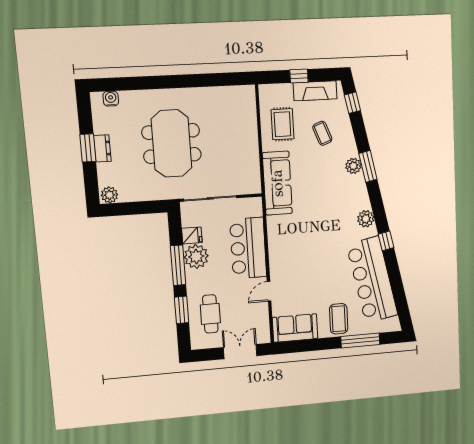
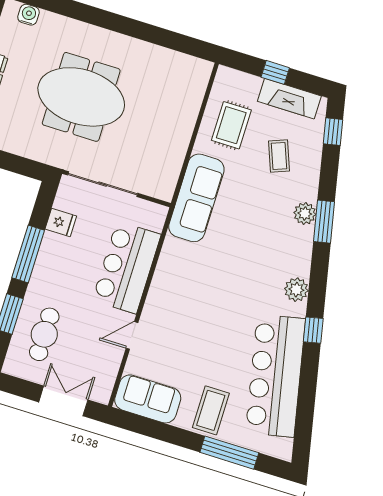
meeting table: (172, 143) -> (81, 97), turned 90
plant: (196, 257) -> (56, 252), removed

